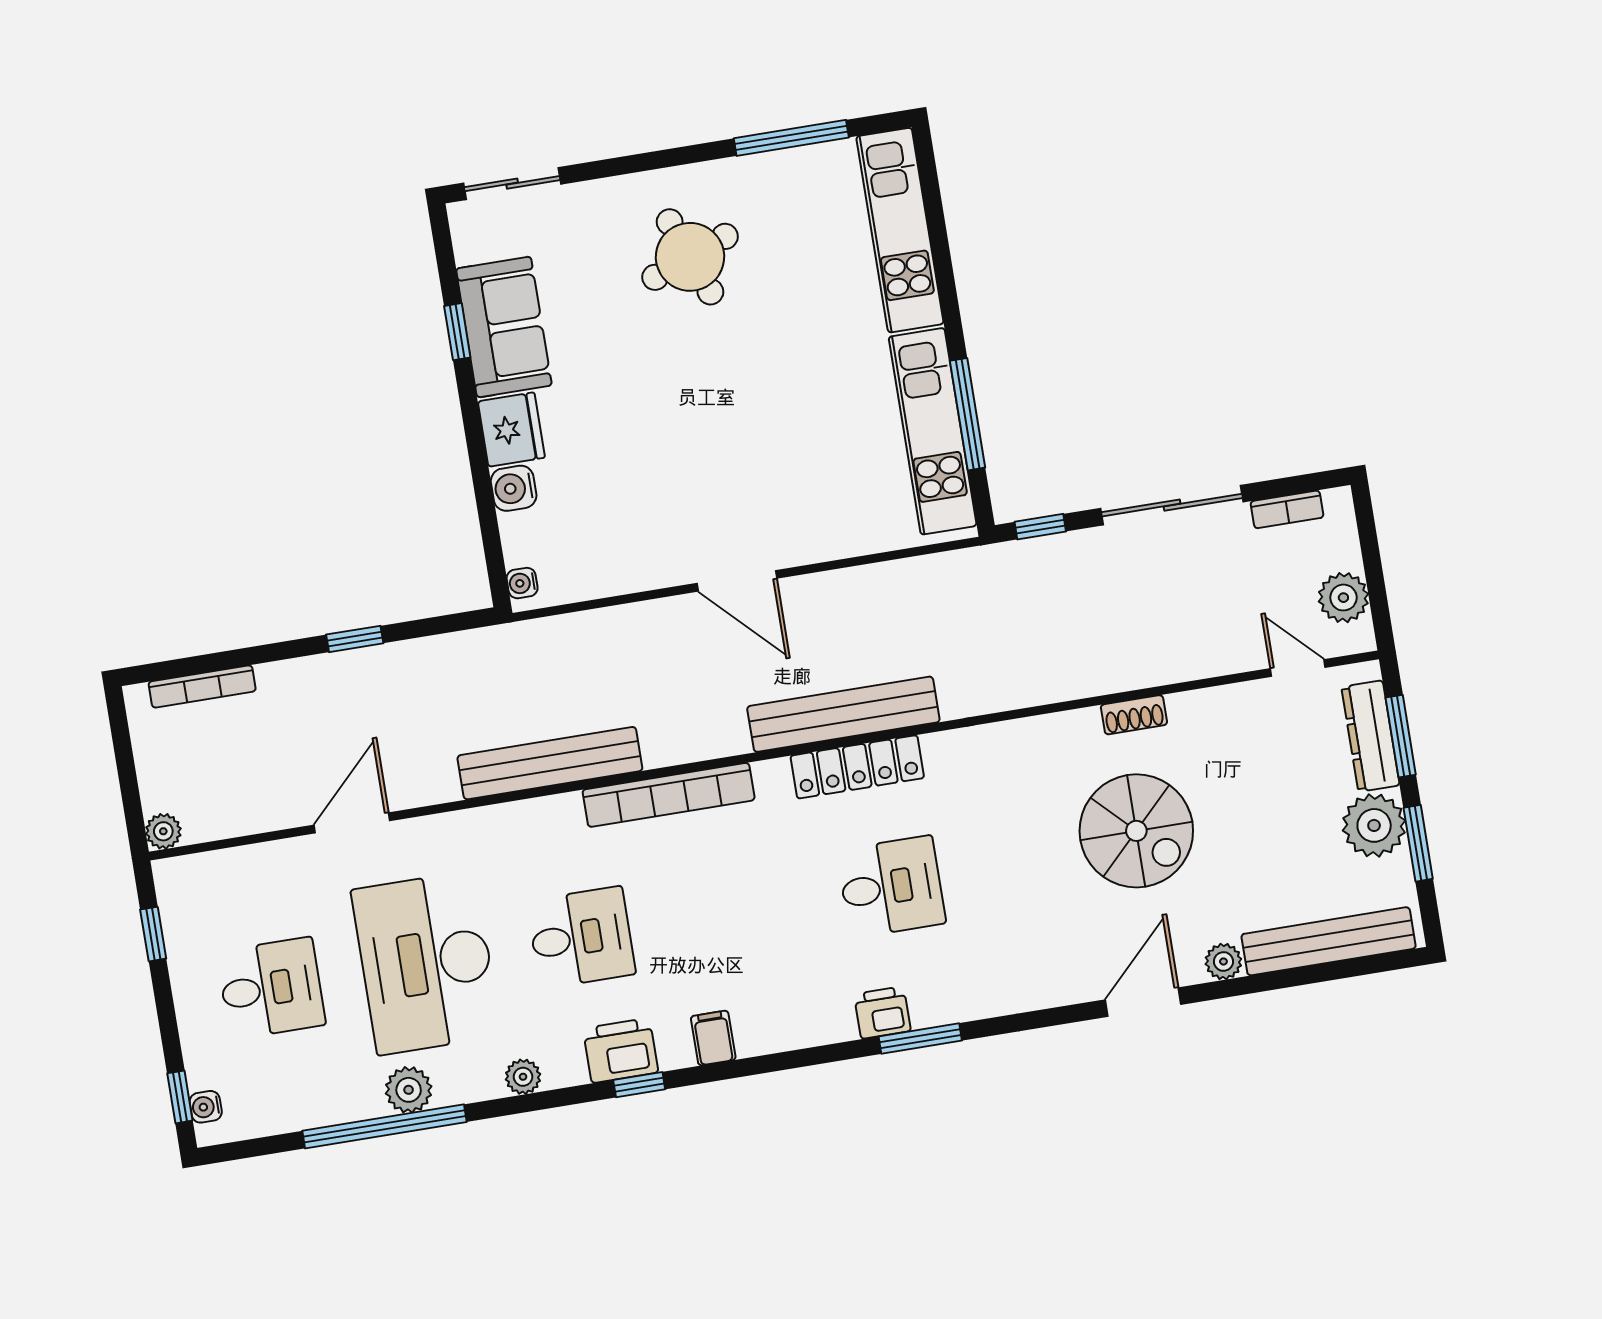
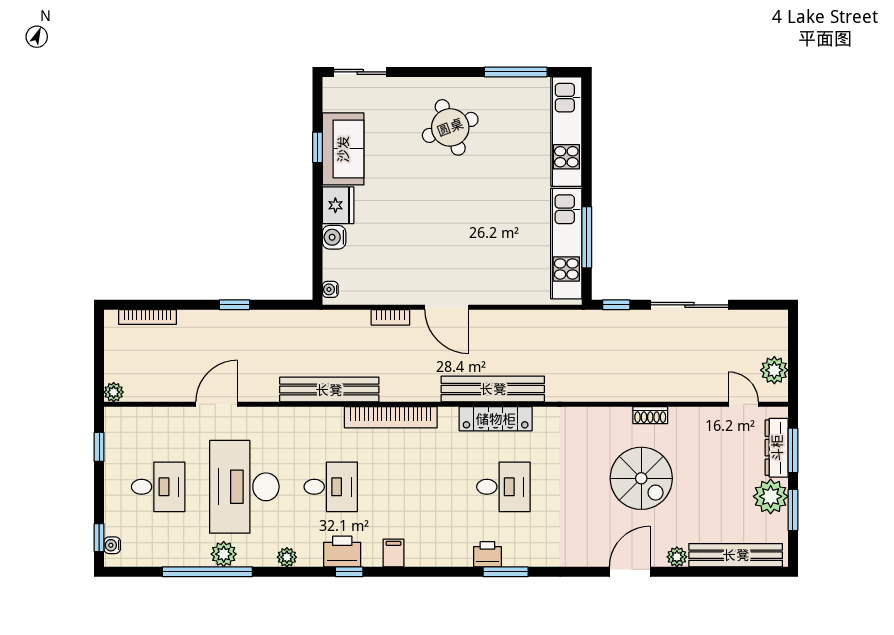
bookcase: (1287, 509) -> (390, 317), moved

